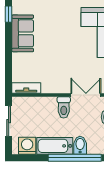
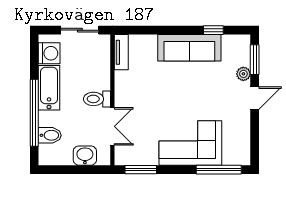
sofa: (23, 33) -> (189, 48), width x1.36
bidet: (80, 145) -> (50, 135), moved

